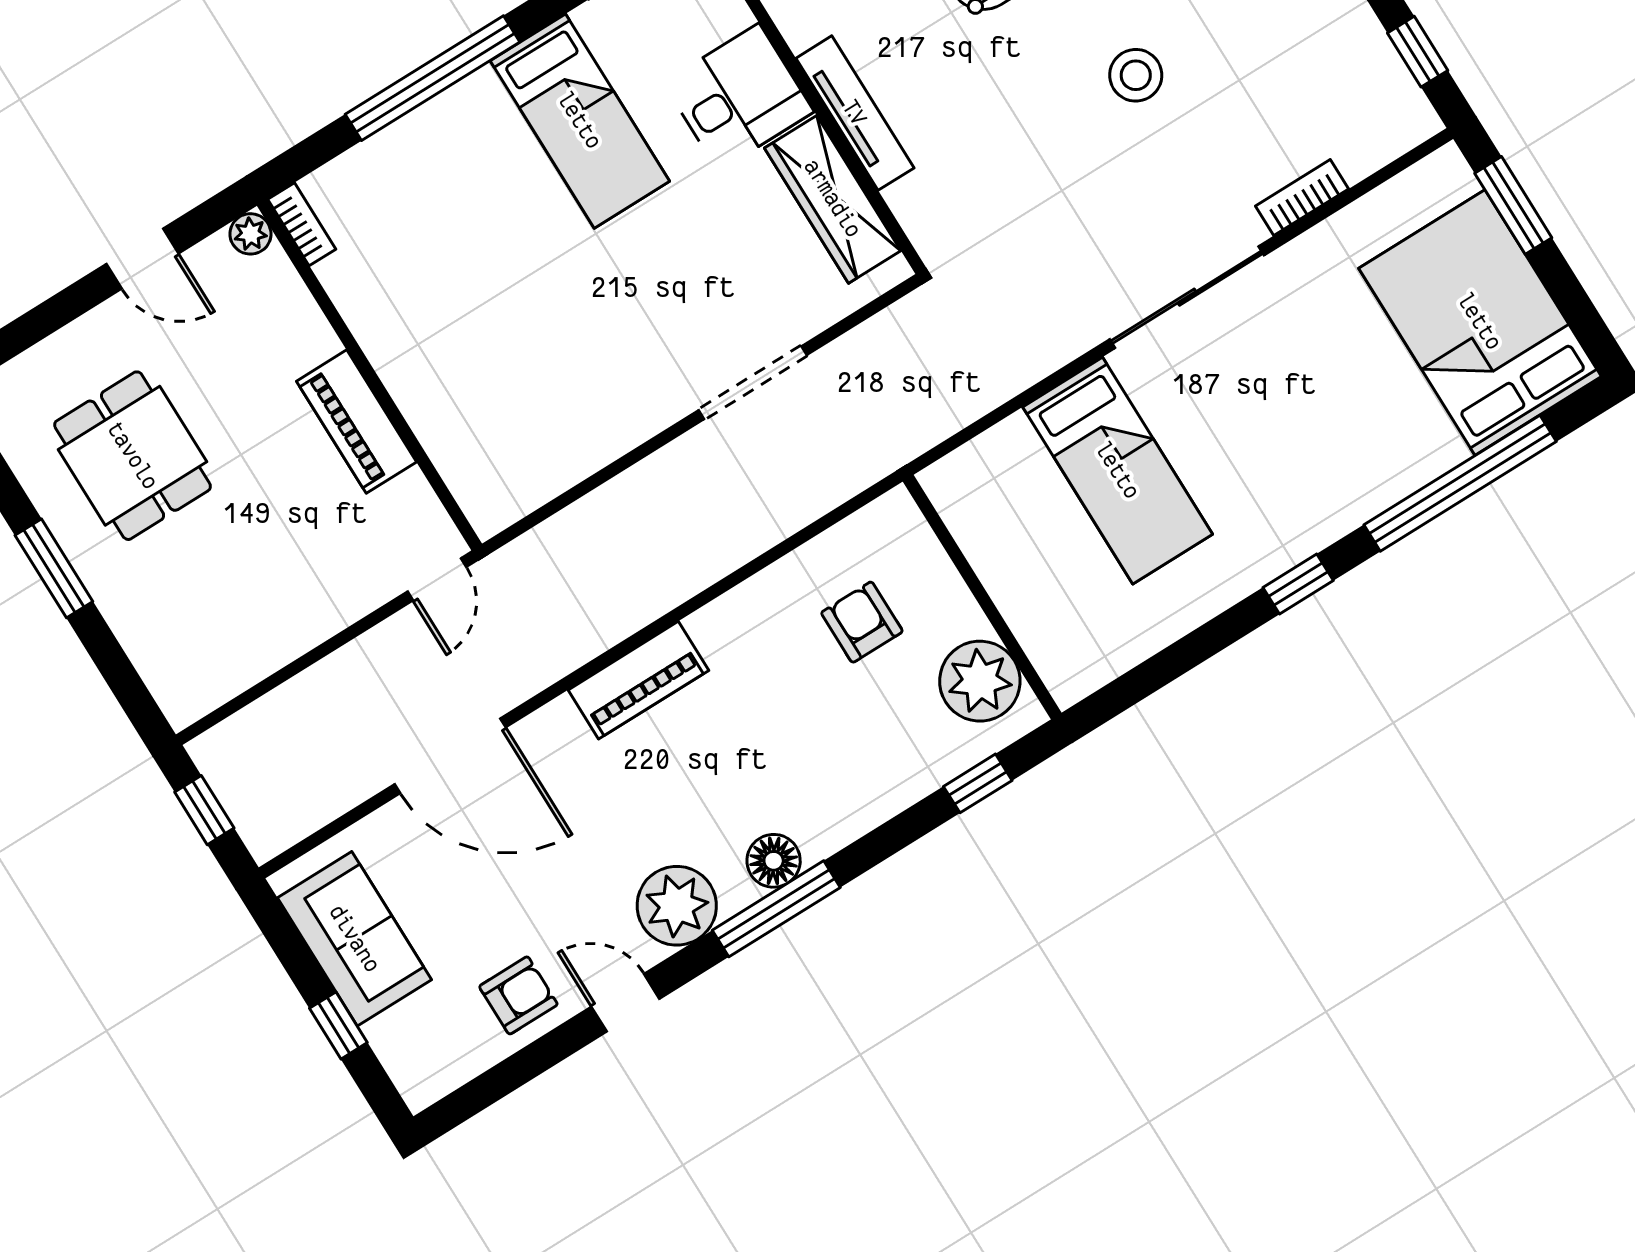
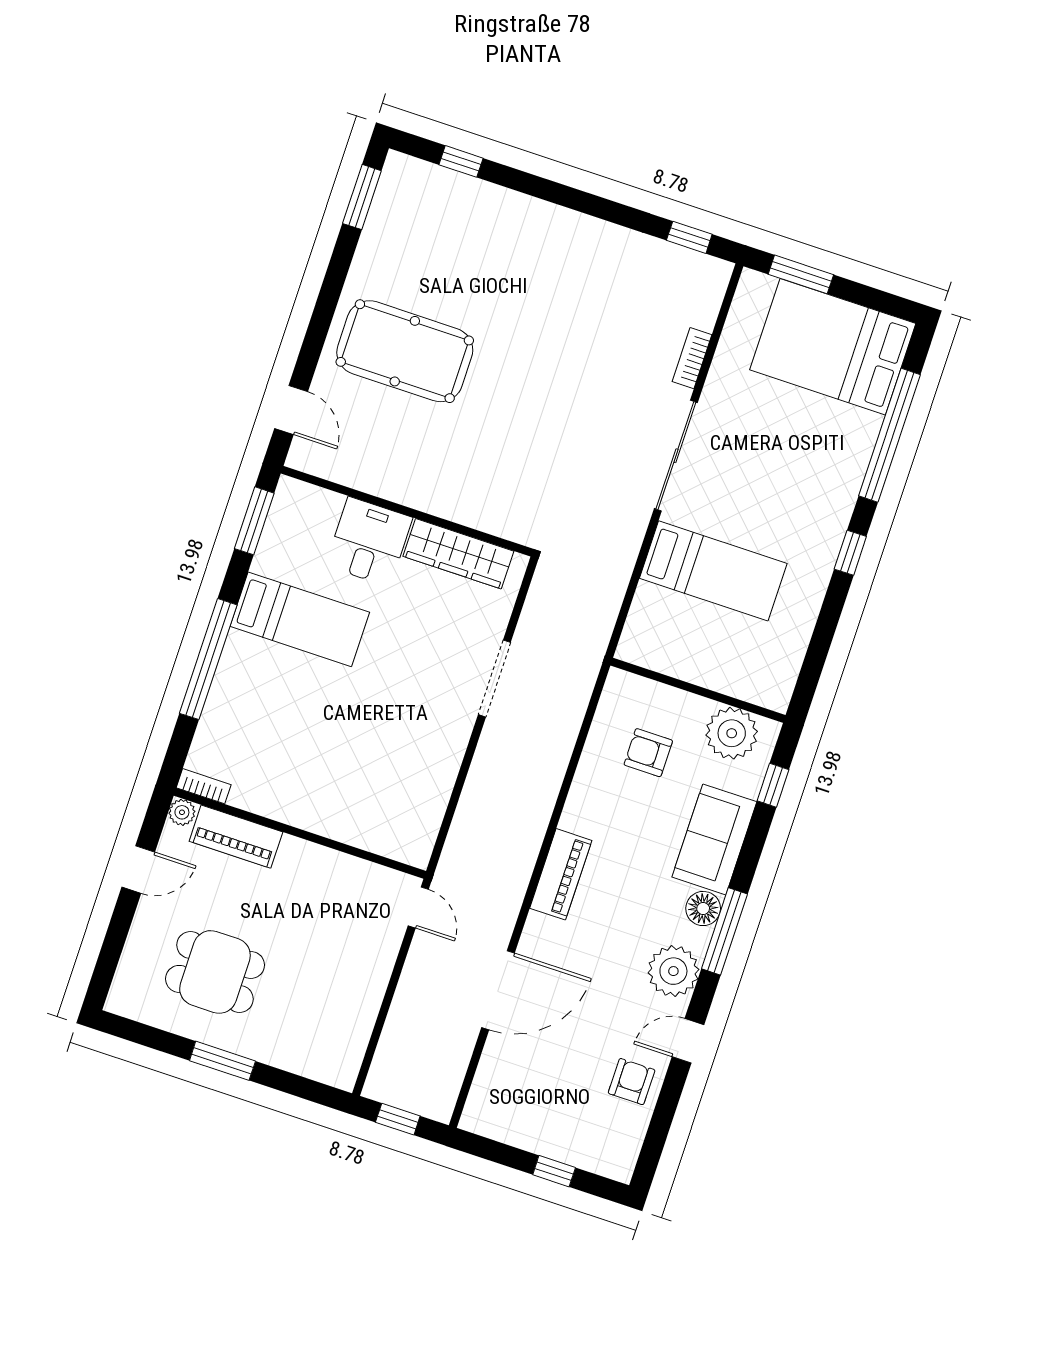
stool: (1136, 75) -> (558, 366), removed
tv unit: (855, 113) -> (434, 501), removed
piano: (356, 422) -> (236, 837), moved
sofa: (355, 939) -> (714, 839), moved, turned -90

